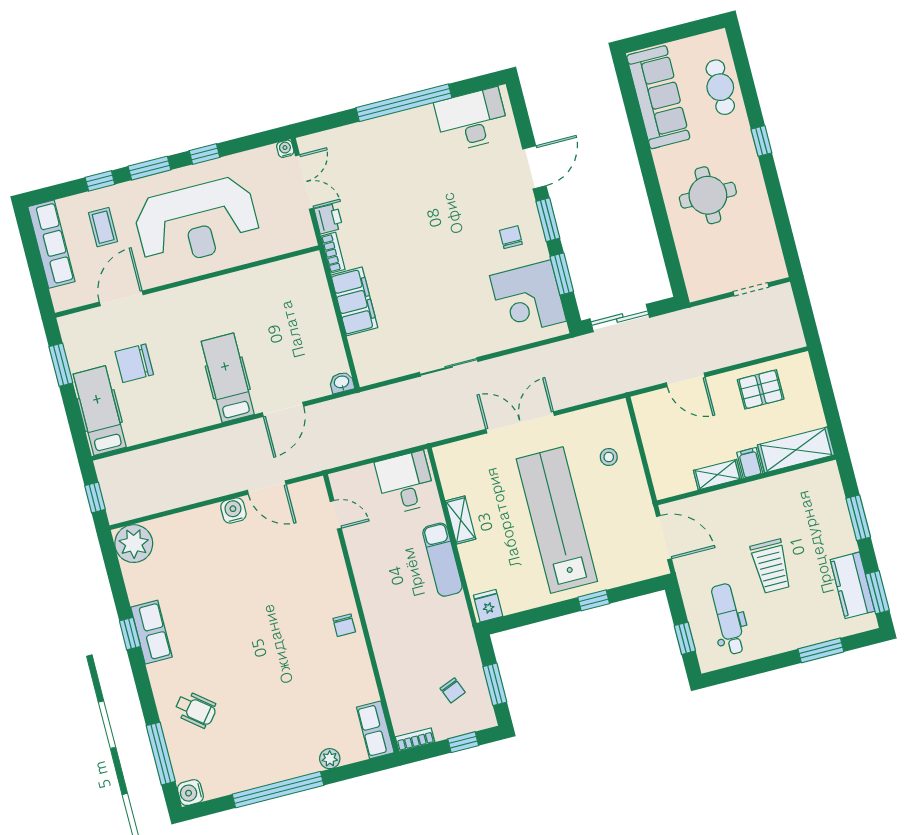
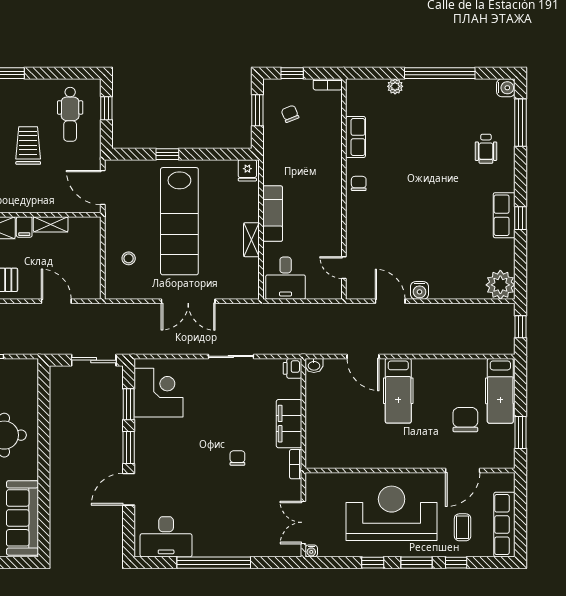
printer: (328, 219) -> (292, 368), moved
chair: (511, 237) -> (237, 458), moved, turned 180
chair: (134, 363) -> (465, 420), turned -90
door: (283, 409) -> (363, 356), swing flipped
wheelchair: (196, 710) -> (486, 149), turned -129
row of seats: (375, 730) -> (356, 137), moved

